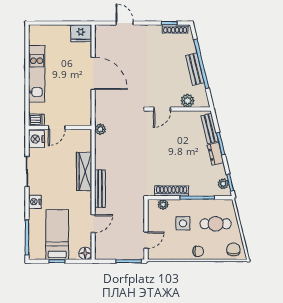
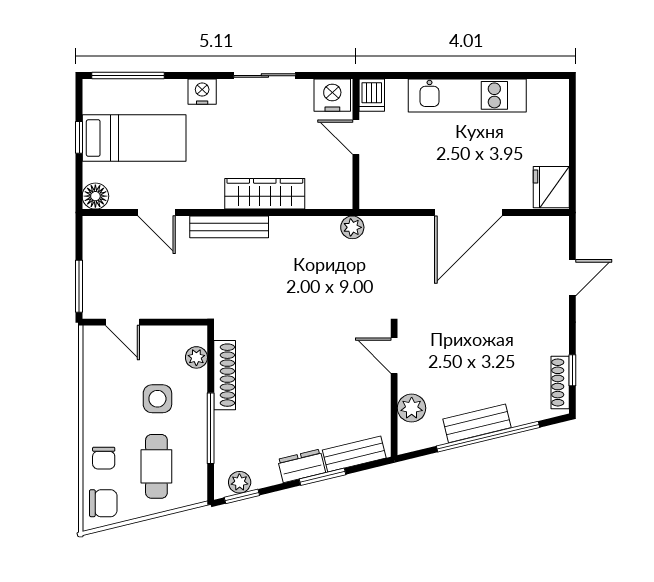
chair: (198, 251) -> (104, 458), moved

